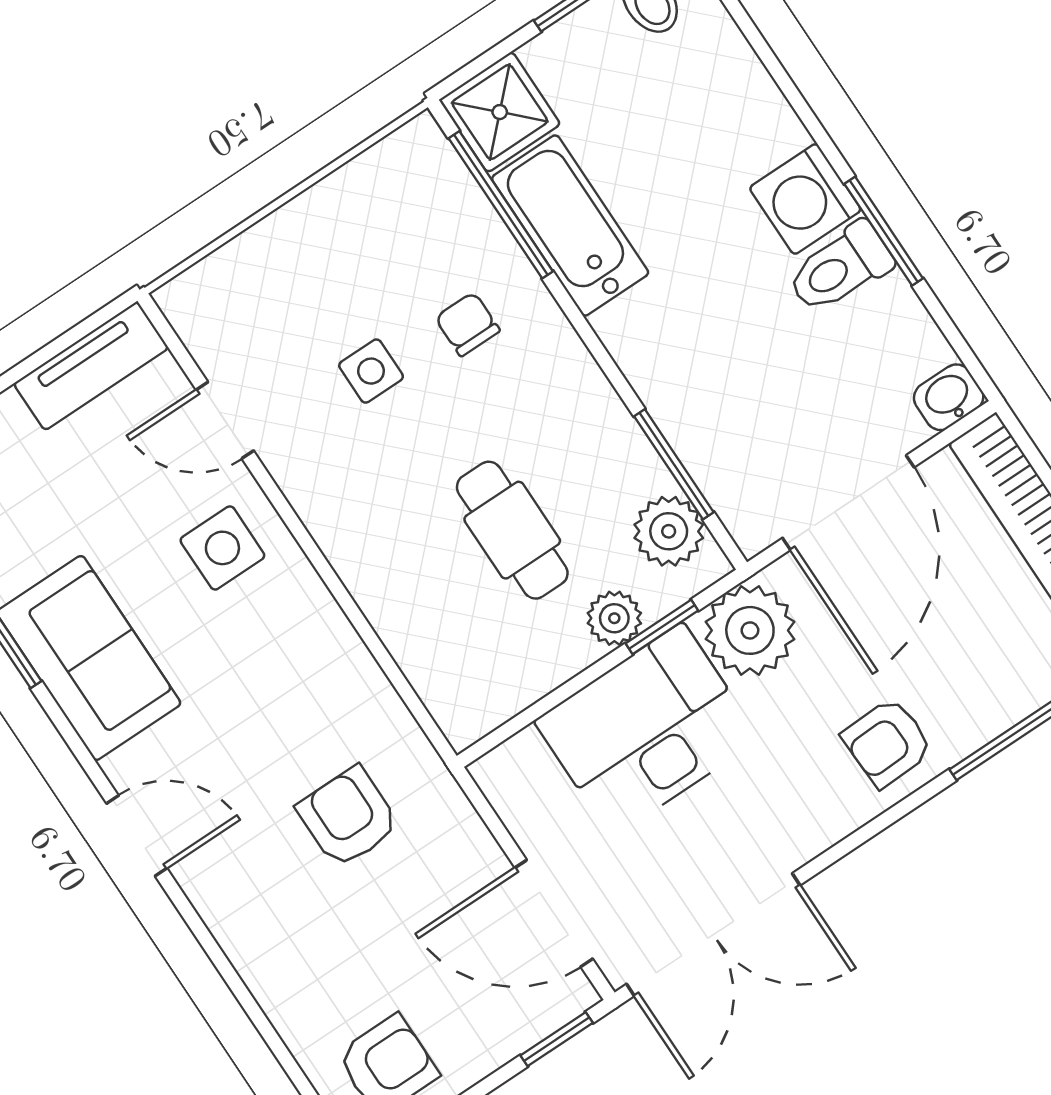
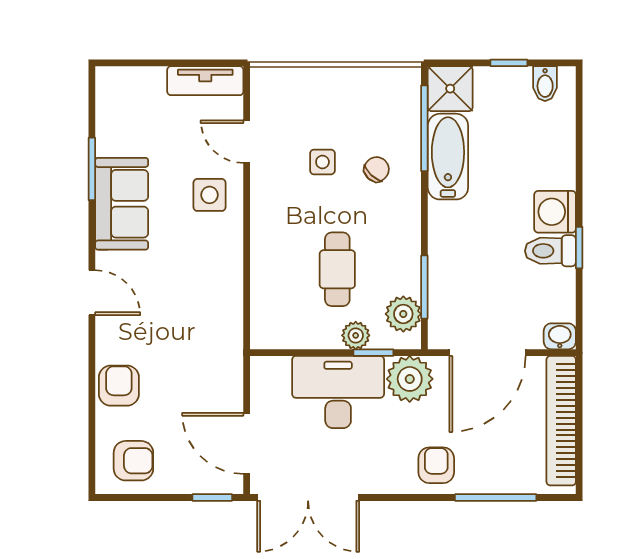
window: (884, 231) -> (579, 248), width x0.67
chair: (467, 324) -> (377, 169), turned 43
armchair: (887, 742) -> (436, 465), turned 92
armchair: (348, 817) -> (119, 386), moved

